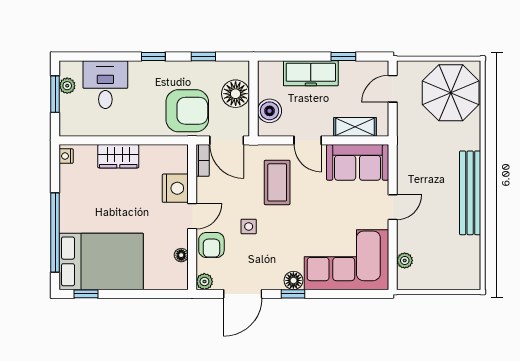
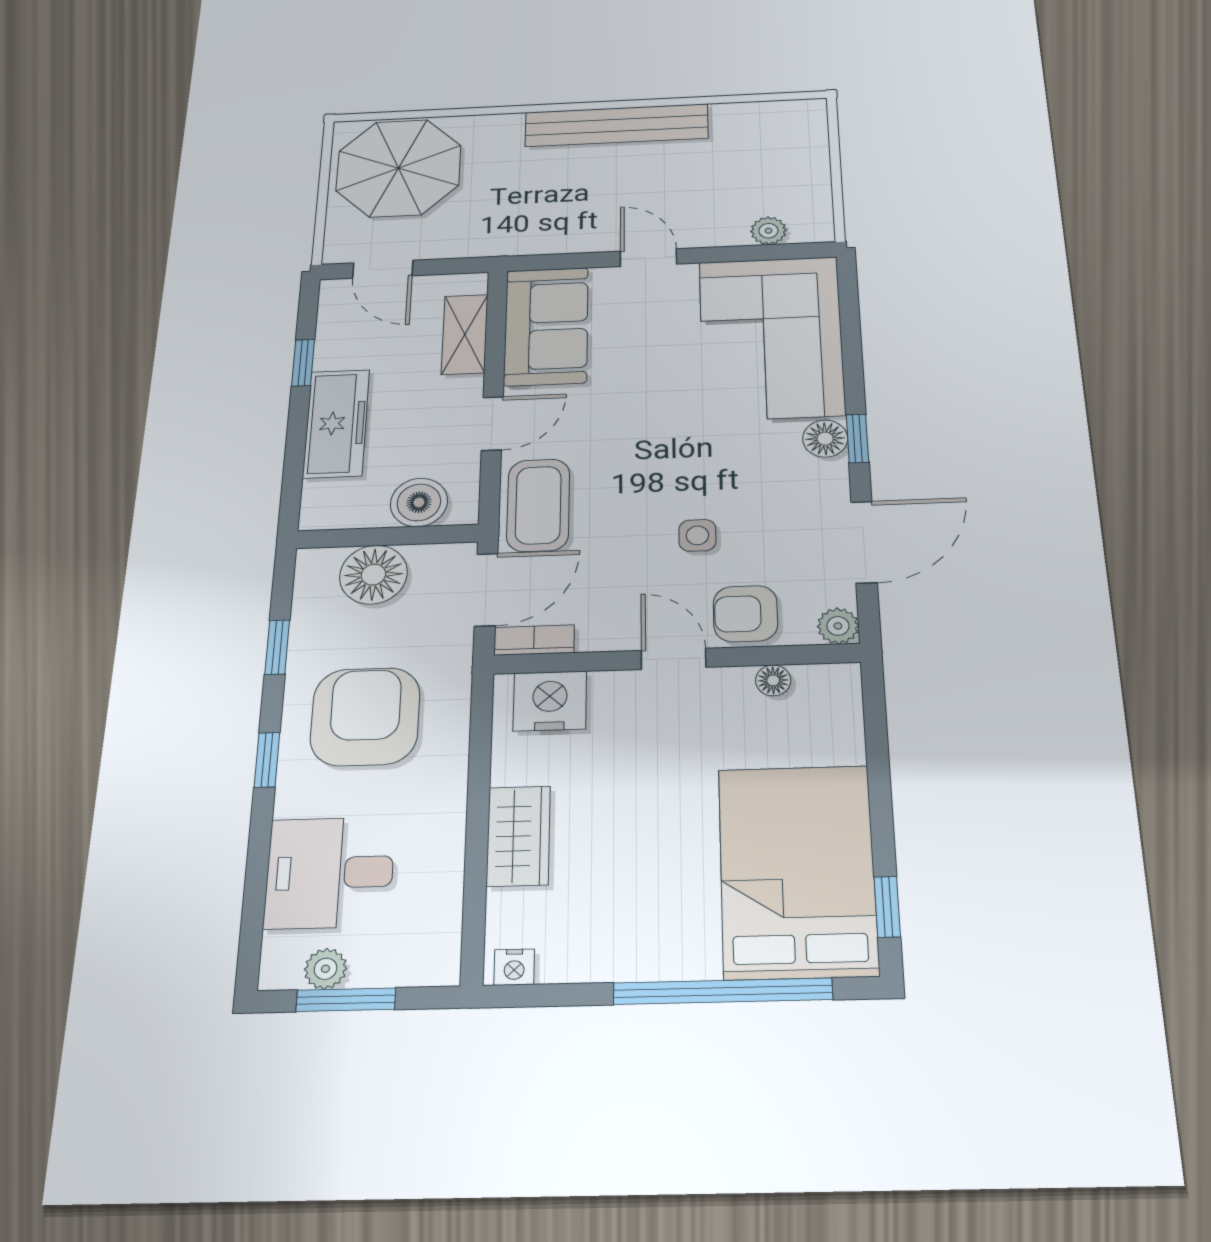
armchair: (187, 111) -> (365, 716), moved
coffee table: (277, 182) -> (538, 505), moved, turned 90
nightstand: (175, 188) -> (550, 701), moved
armchair: (211, 245) -> (745, 614), turned 180
door: (243, 294) -> (864, 542), hinge flipped

